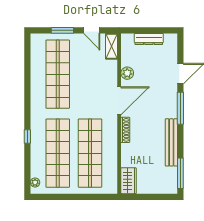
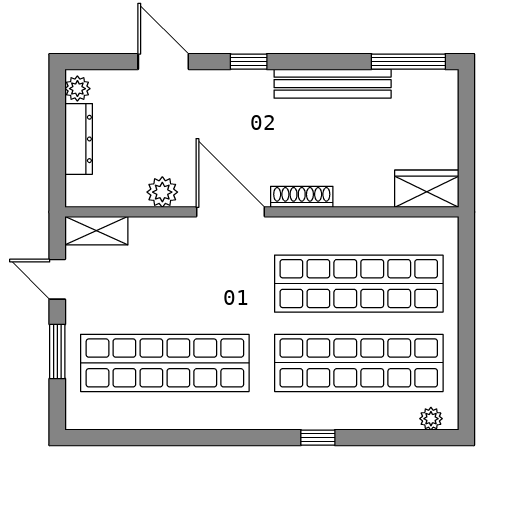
door: (92, 30) -> (57, 279), swing flipped
plant: (169, 39) -> (77, 89), added
window: (180, 108) -> (249, 62), width x0.46

